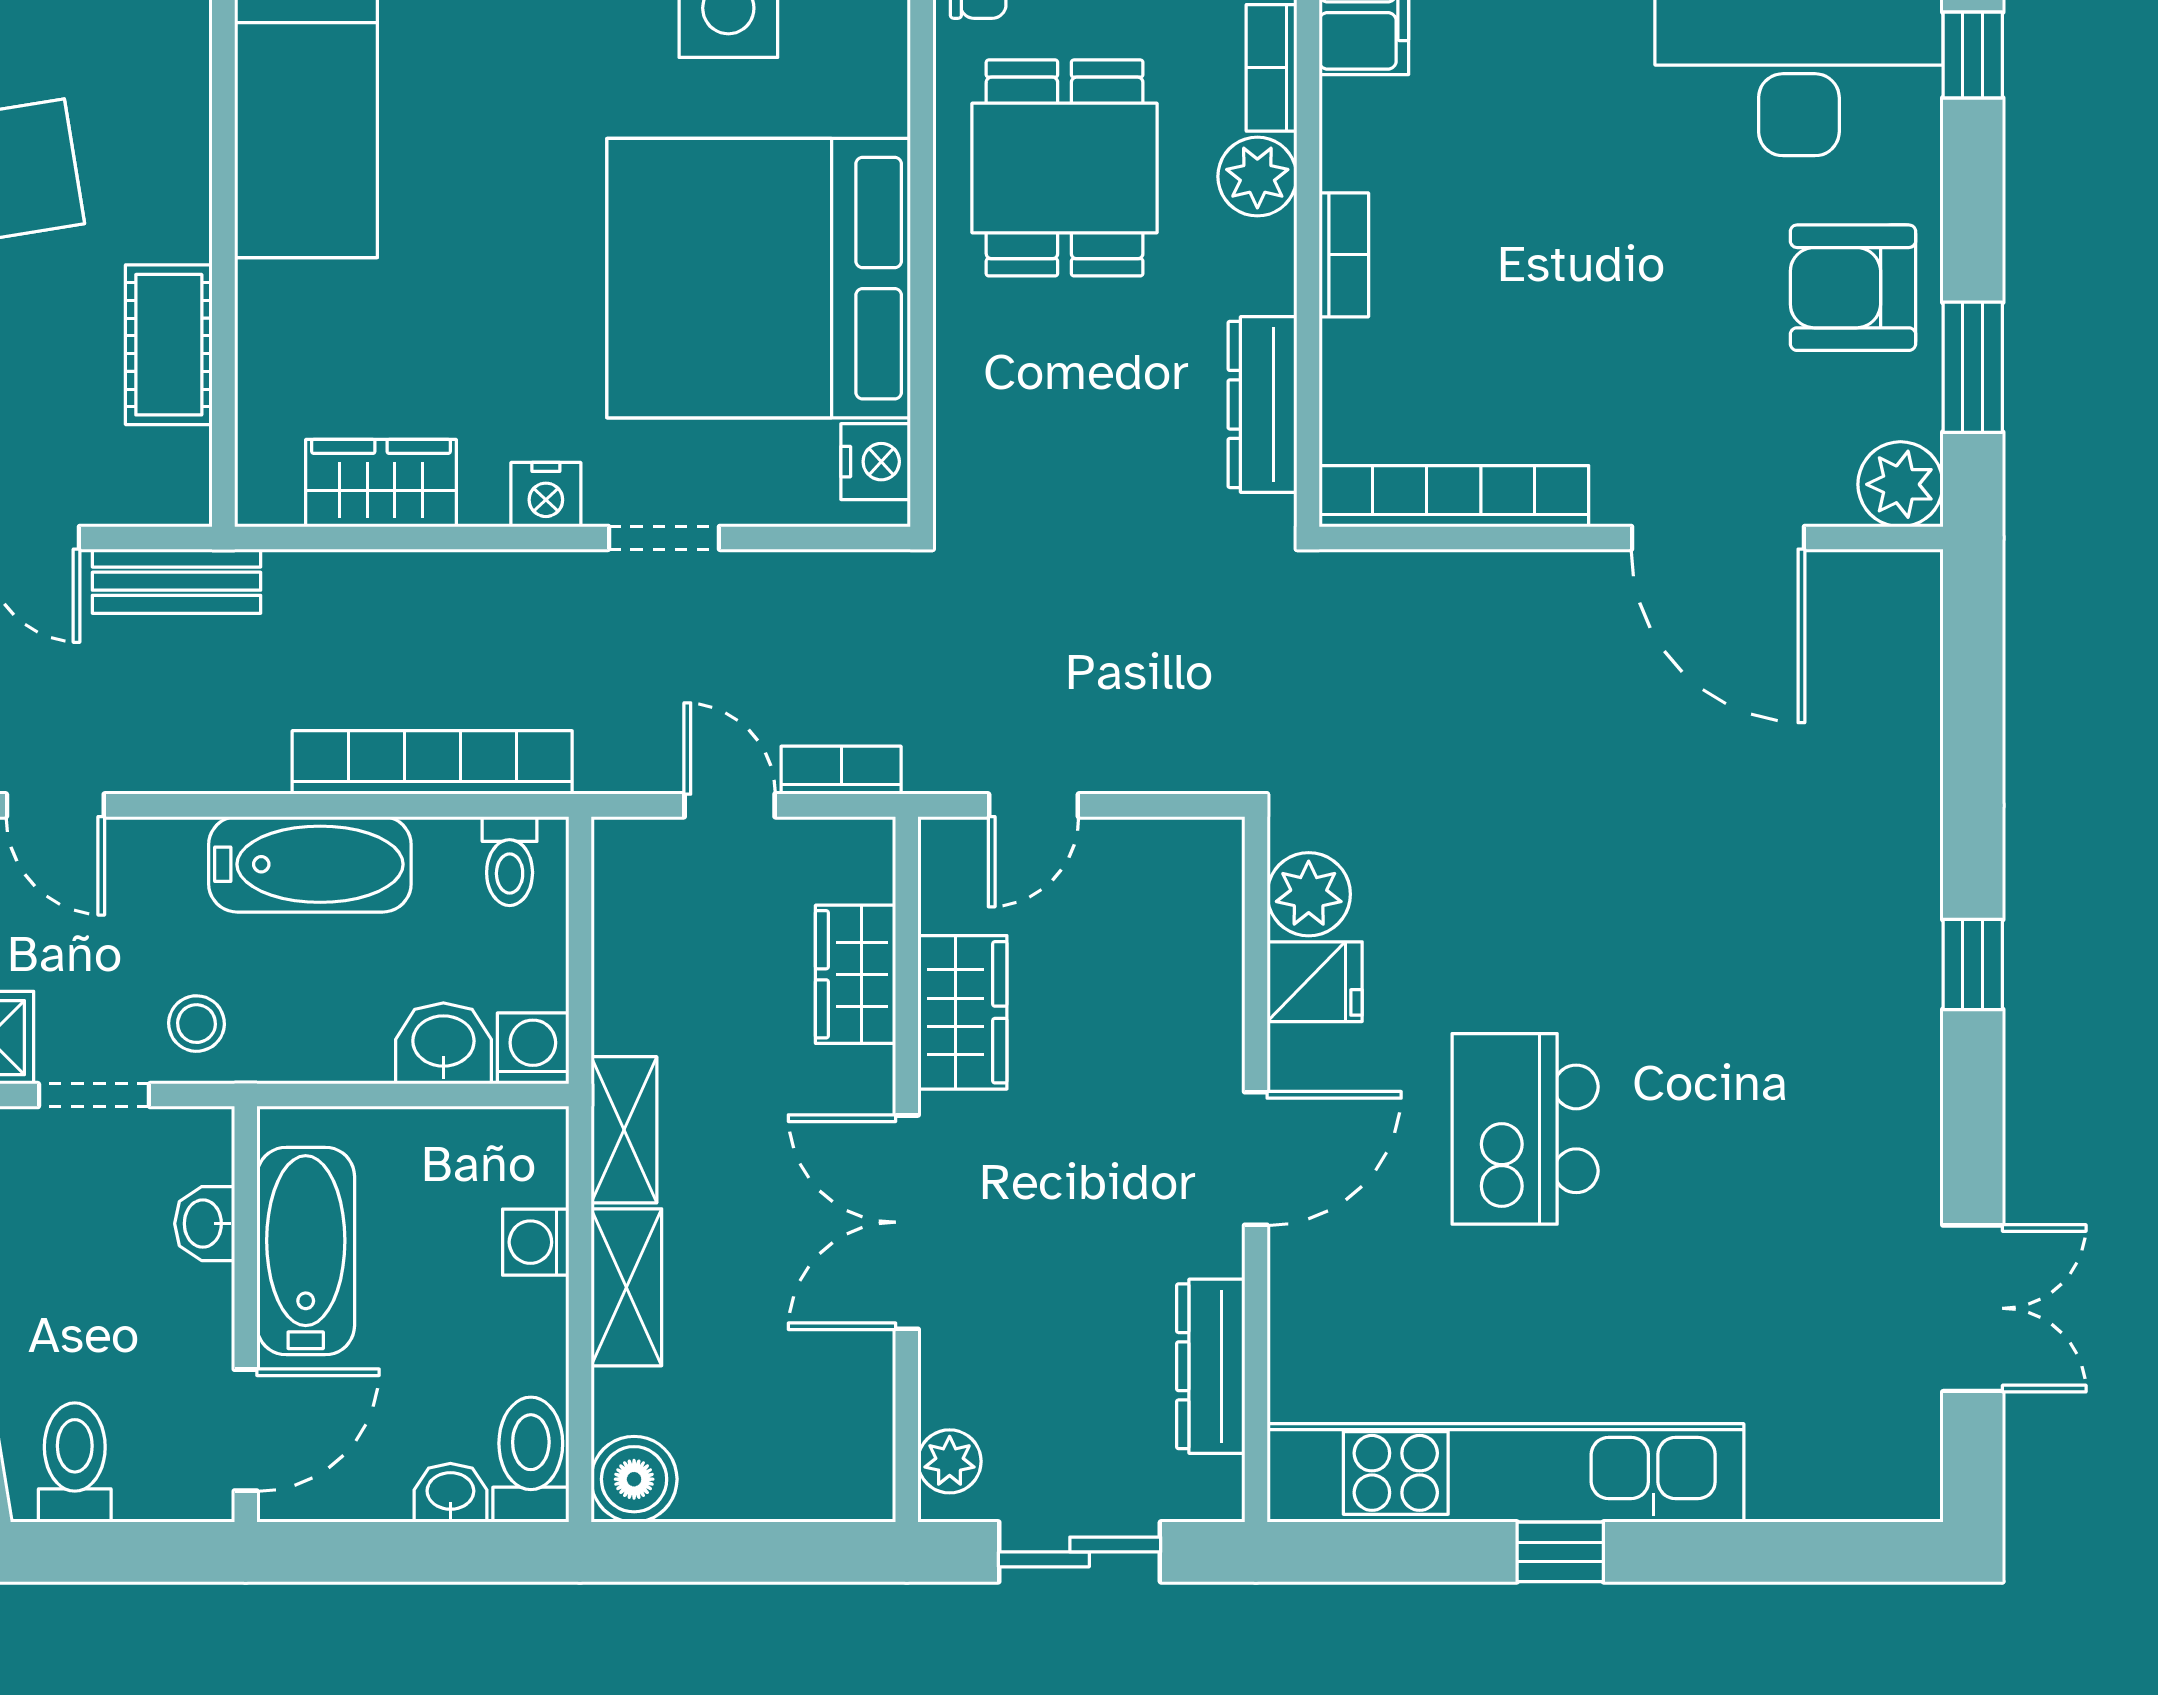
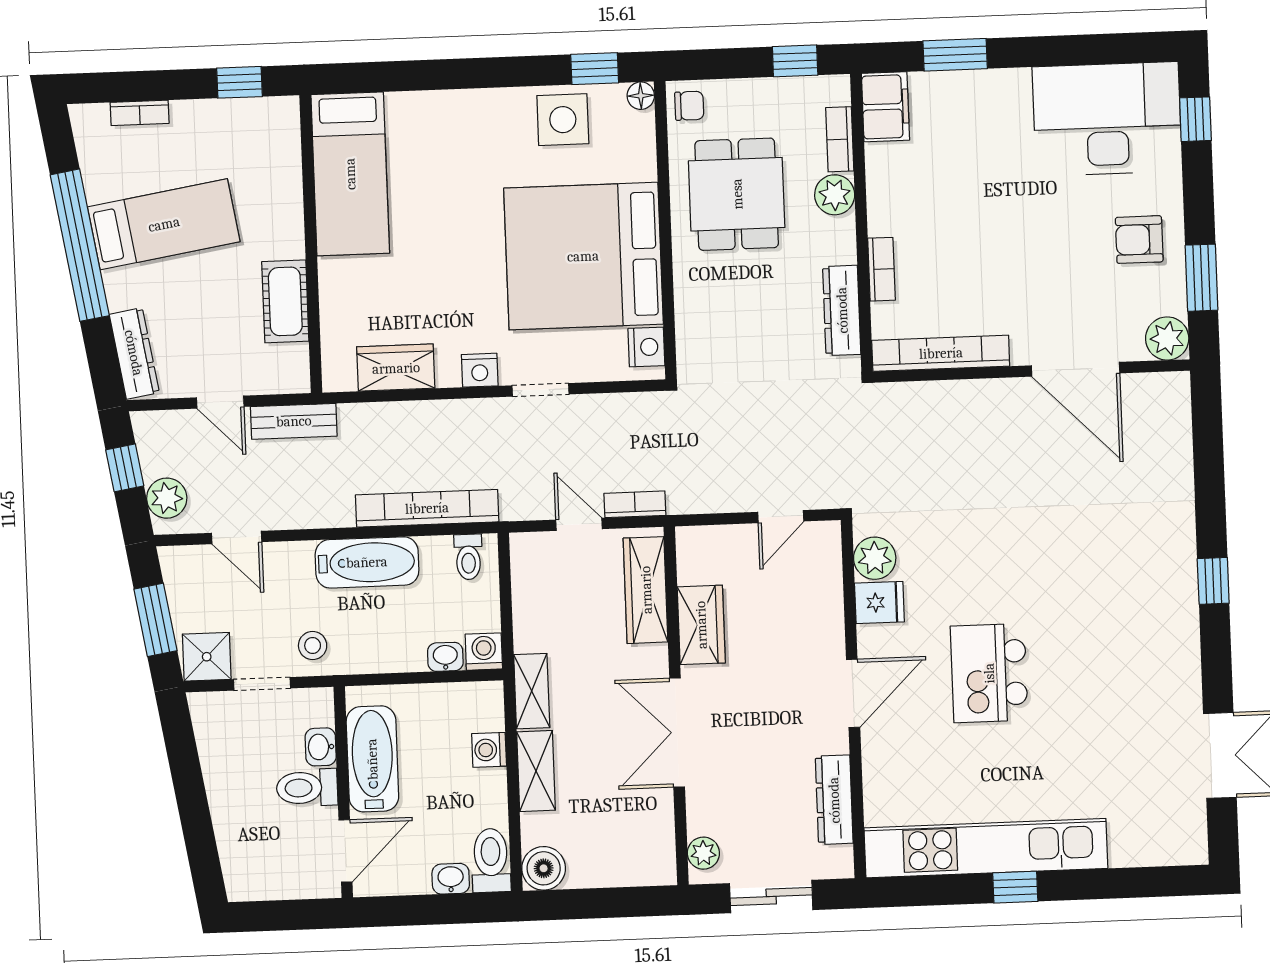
bookcase: (1344, 255) -> (881, 269), moved
armchair: (1853, 288) -> (1139, 240), width x0.72, depth x0.72
door: (1034, 805) -> (781, 517), moved
wardrobe: (856, 974) -> (646, 590), width x1.50
washbasin: (443, 1043) -> (445, 657), width x0.72, depth x0.69
toilet: (75, 1463) -> (307, 788), moved, turned -90

